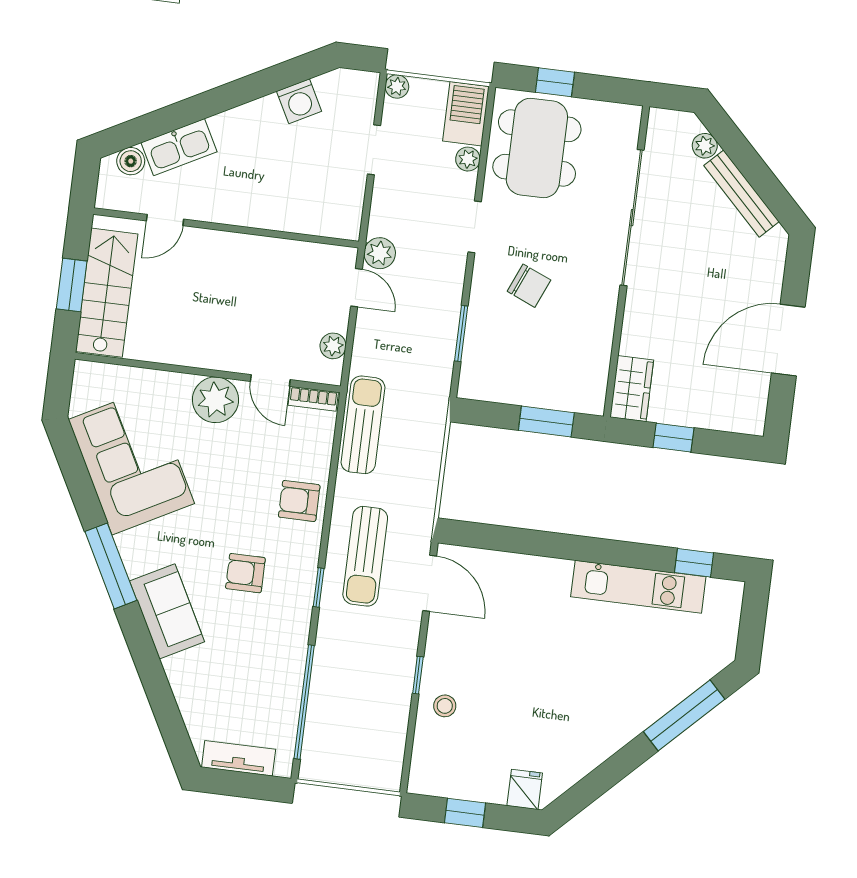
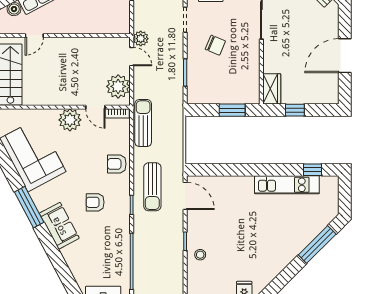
plant: (333, 346) -> (118, 86), width x1.87, depth x1.87

